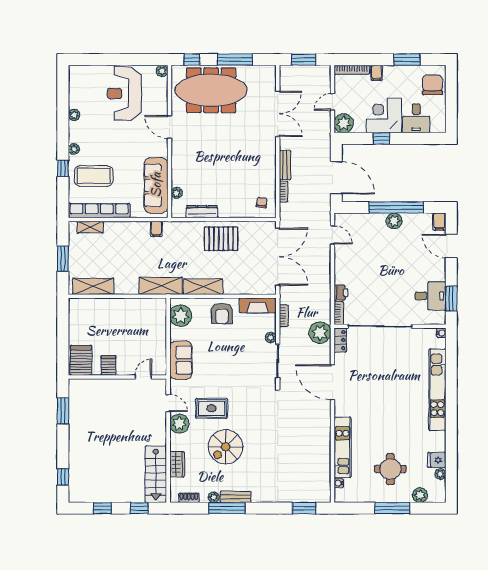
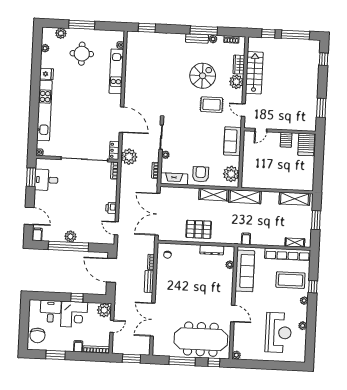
reception desk: (124, 94) -> (278, 333), moved
printer: (341, 293) -> (111, 208), moved
plant: (179, 424) -> (236, 82), moved
fridge: (437, 460) -> (47, 74), moved
stairs: (156, 474) -> (254, 73), moved
window: (102, 508) -> (296, 35), width x2.17

